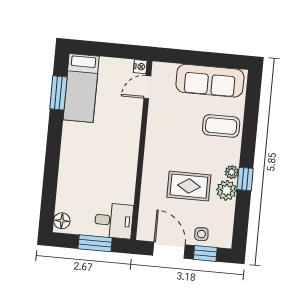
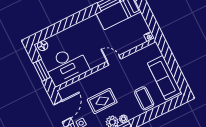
door: (147, 87) -> (114, 60), moved
rug: (189, 186) -> (102, 101), turned 90
desk: (114, 221) -> (66, 66), width x1.87, depth x1.30

